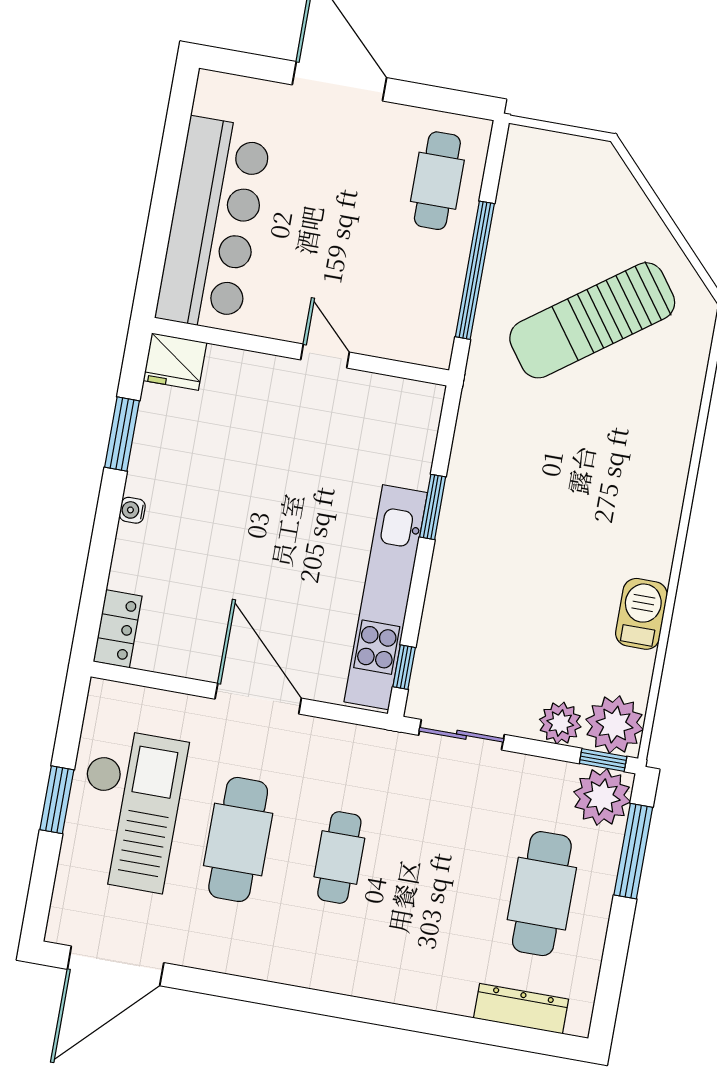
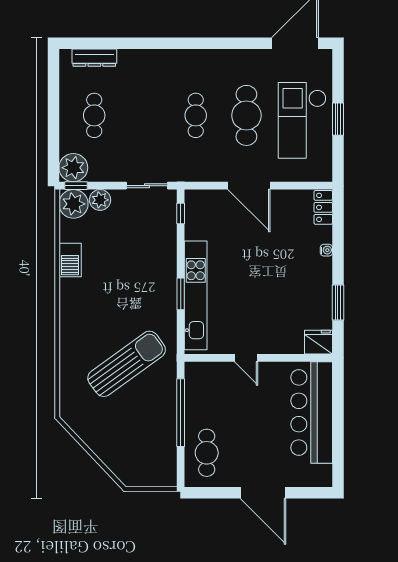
sun lounger: (592, 320) -> (127, 364), moved
water cooler: (132, 510) -> (326, 250), moved
kitchen unit: (386, 597) -> (196, 295), moved
window: (633, 851) -> (53, 144), removed
cafe table: (542, 894) -> (94, 115), width x0.73, depth x0.74

